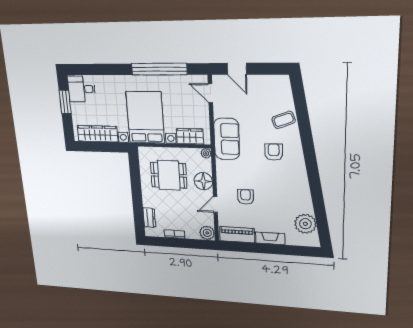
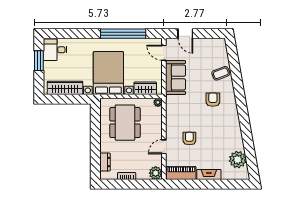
sofa: (227, 139) -> (175, 78), moved
dining table: (169, 175) -> (125, 123), width x1.38
floor lamp: (203, 181) -> (154, 127), removed

